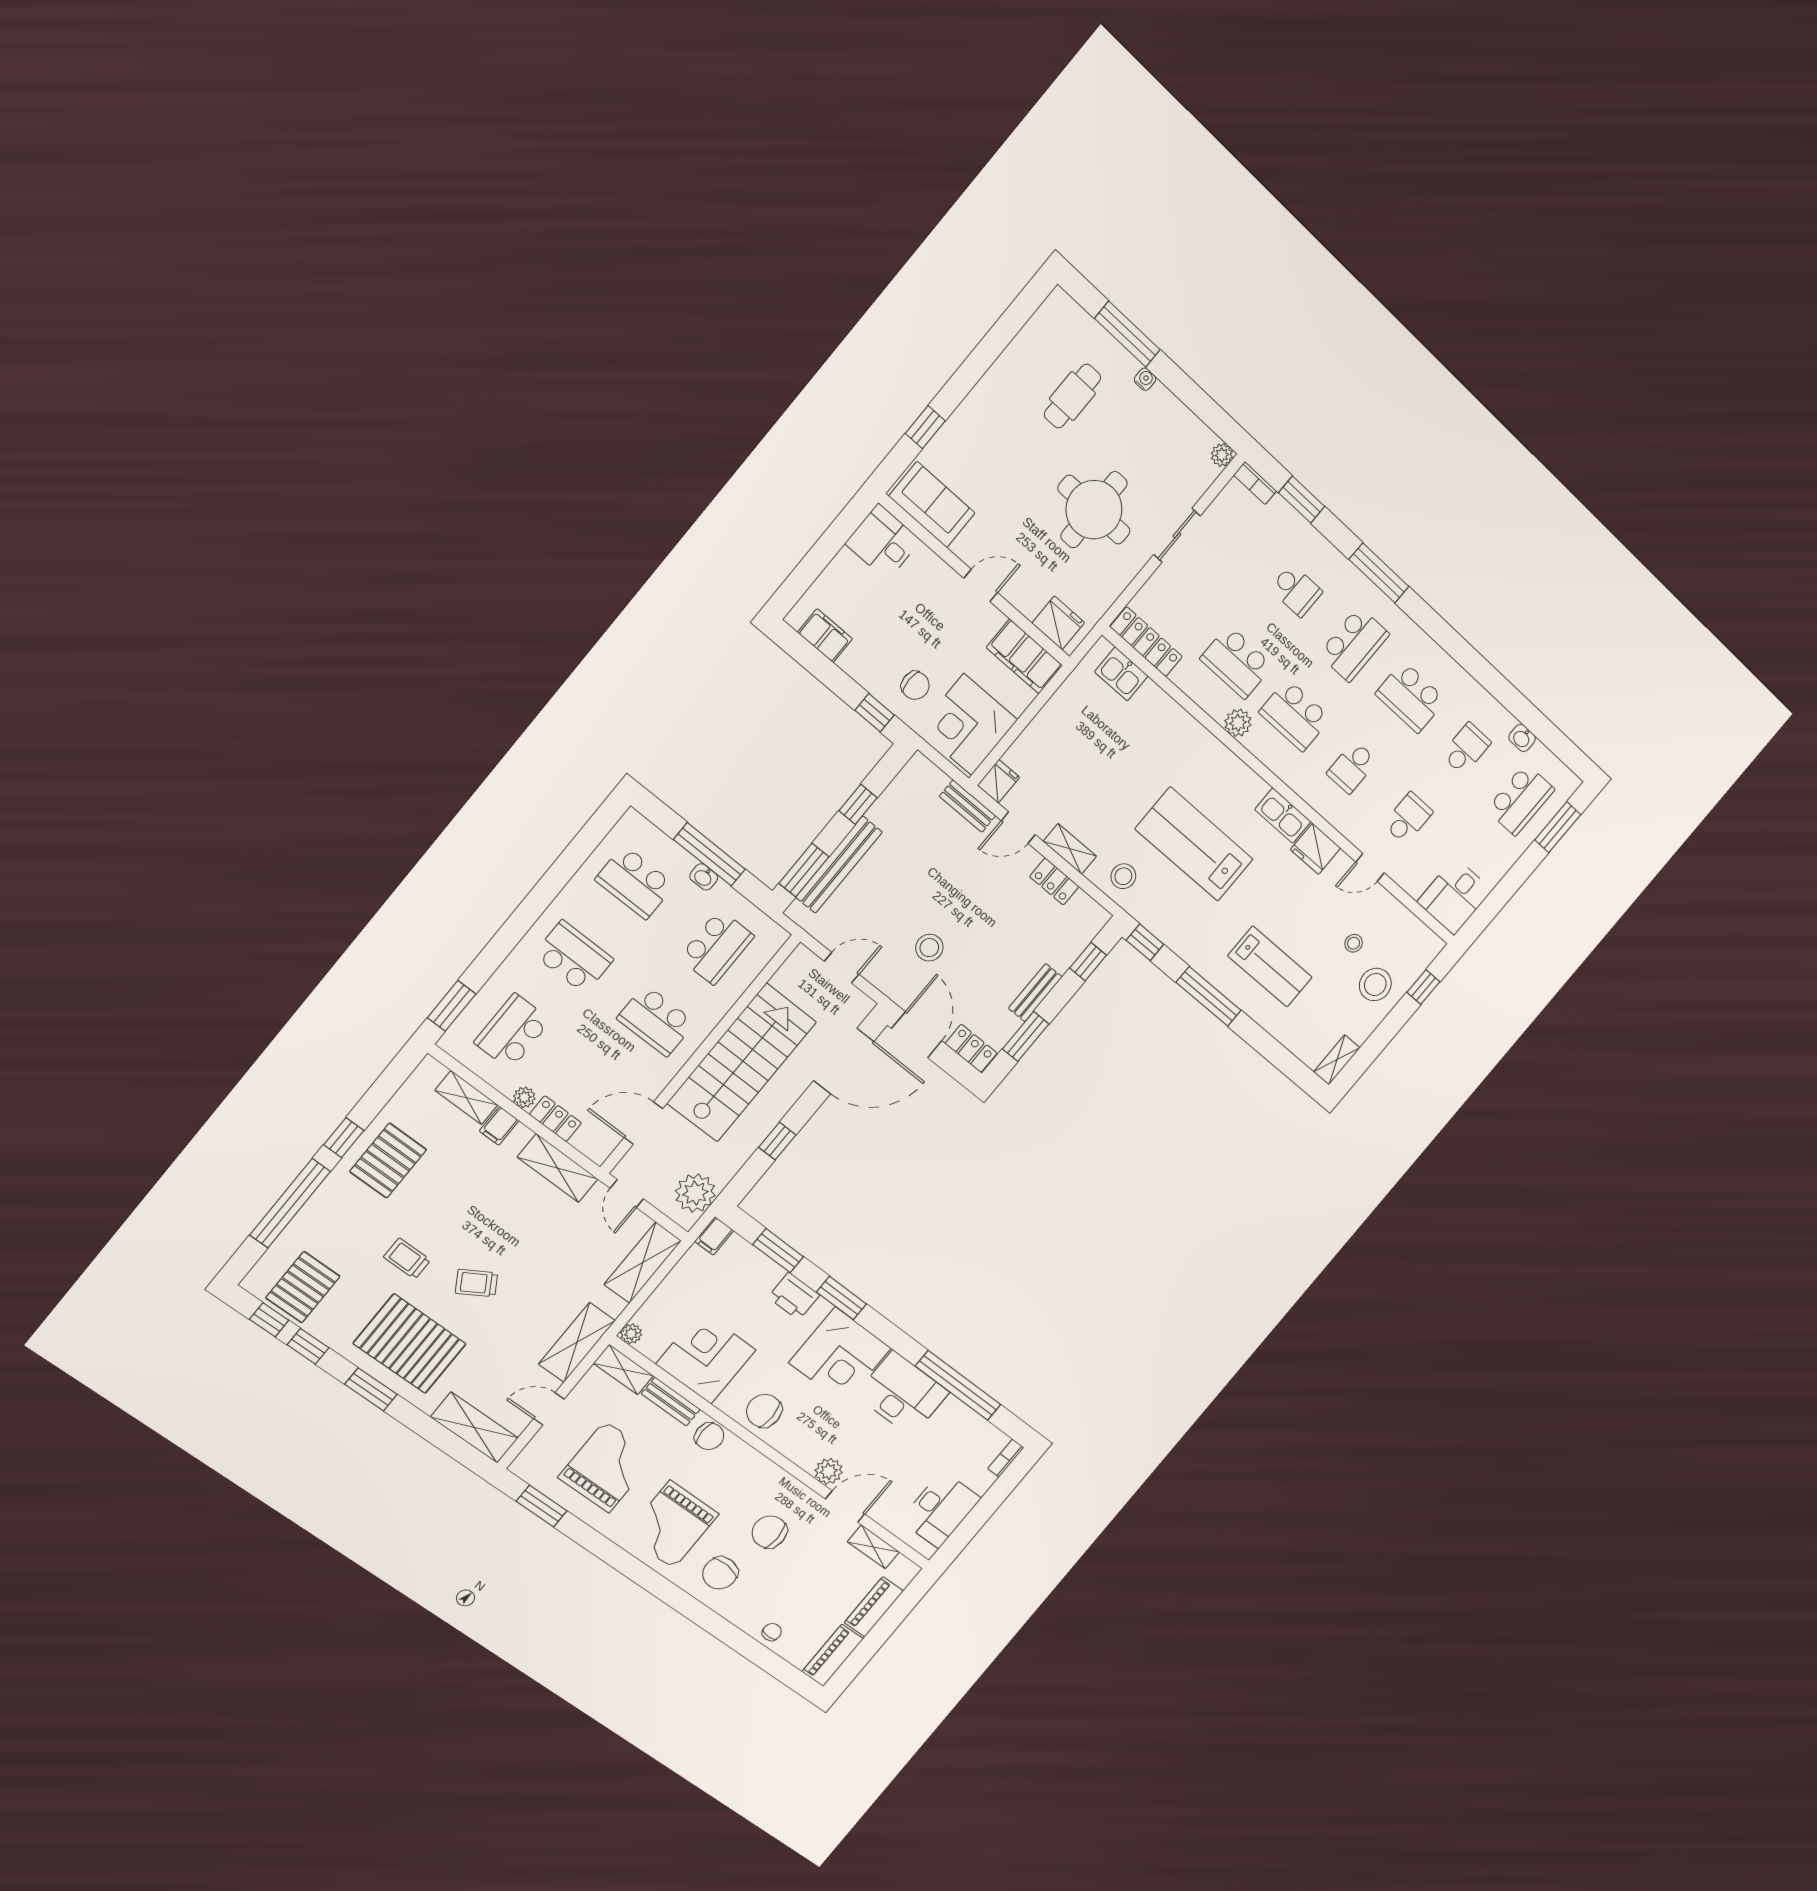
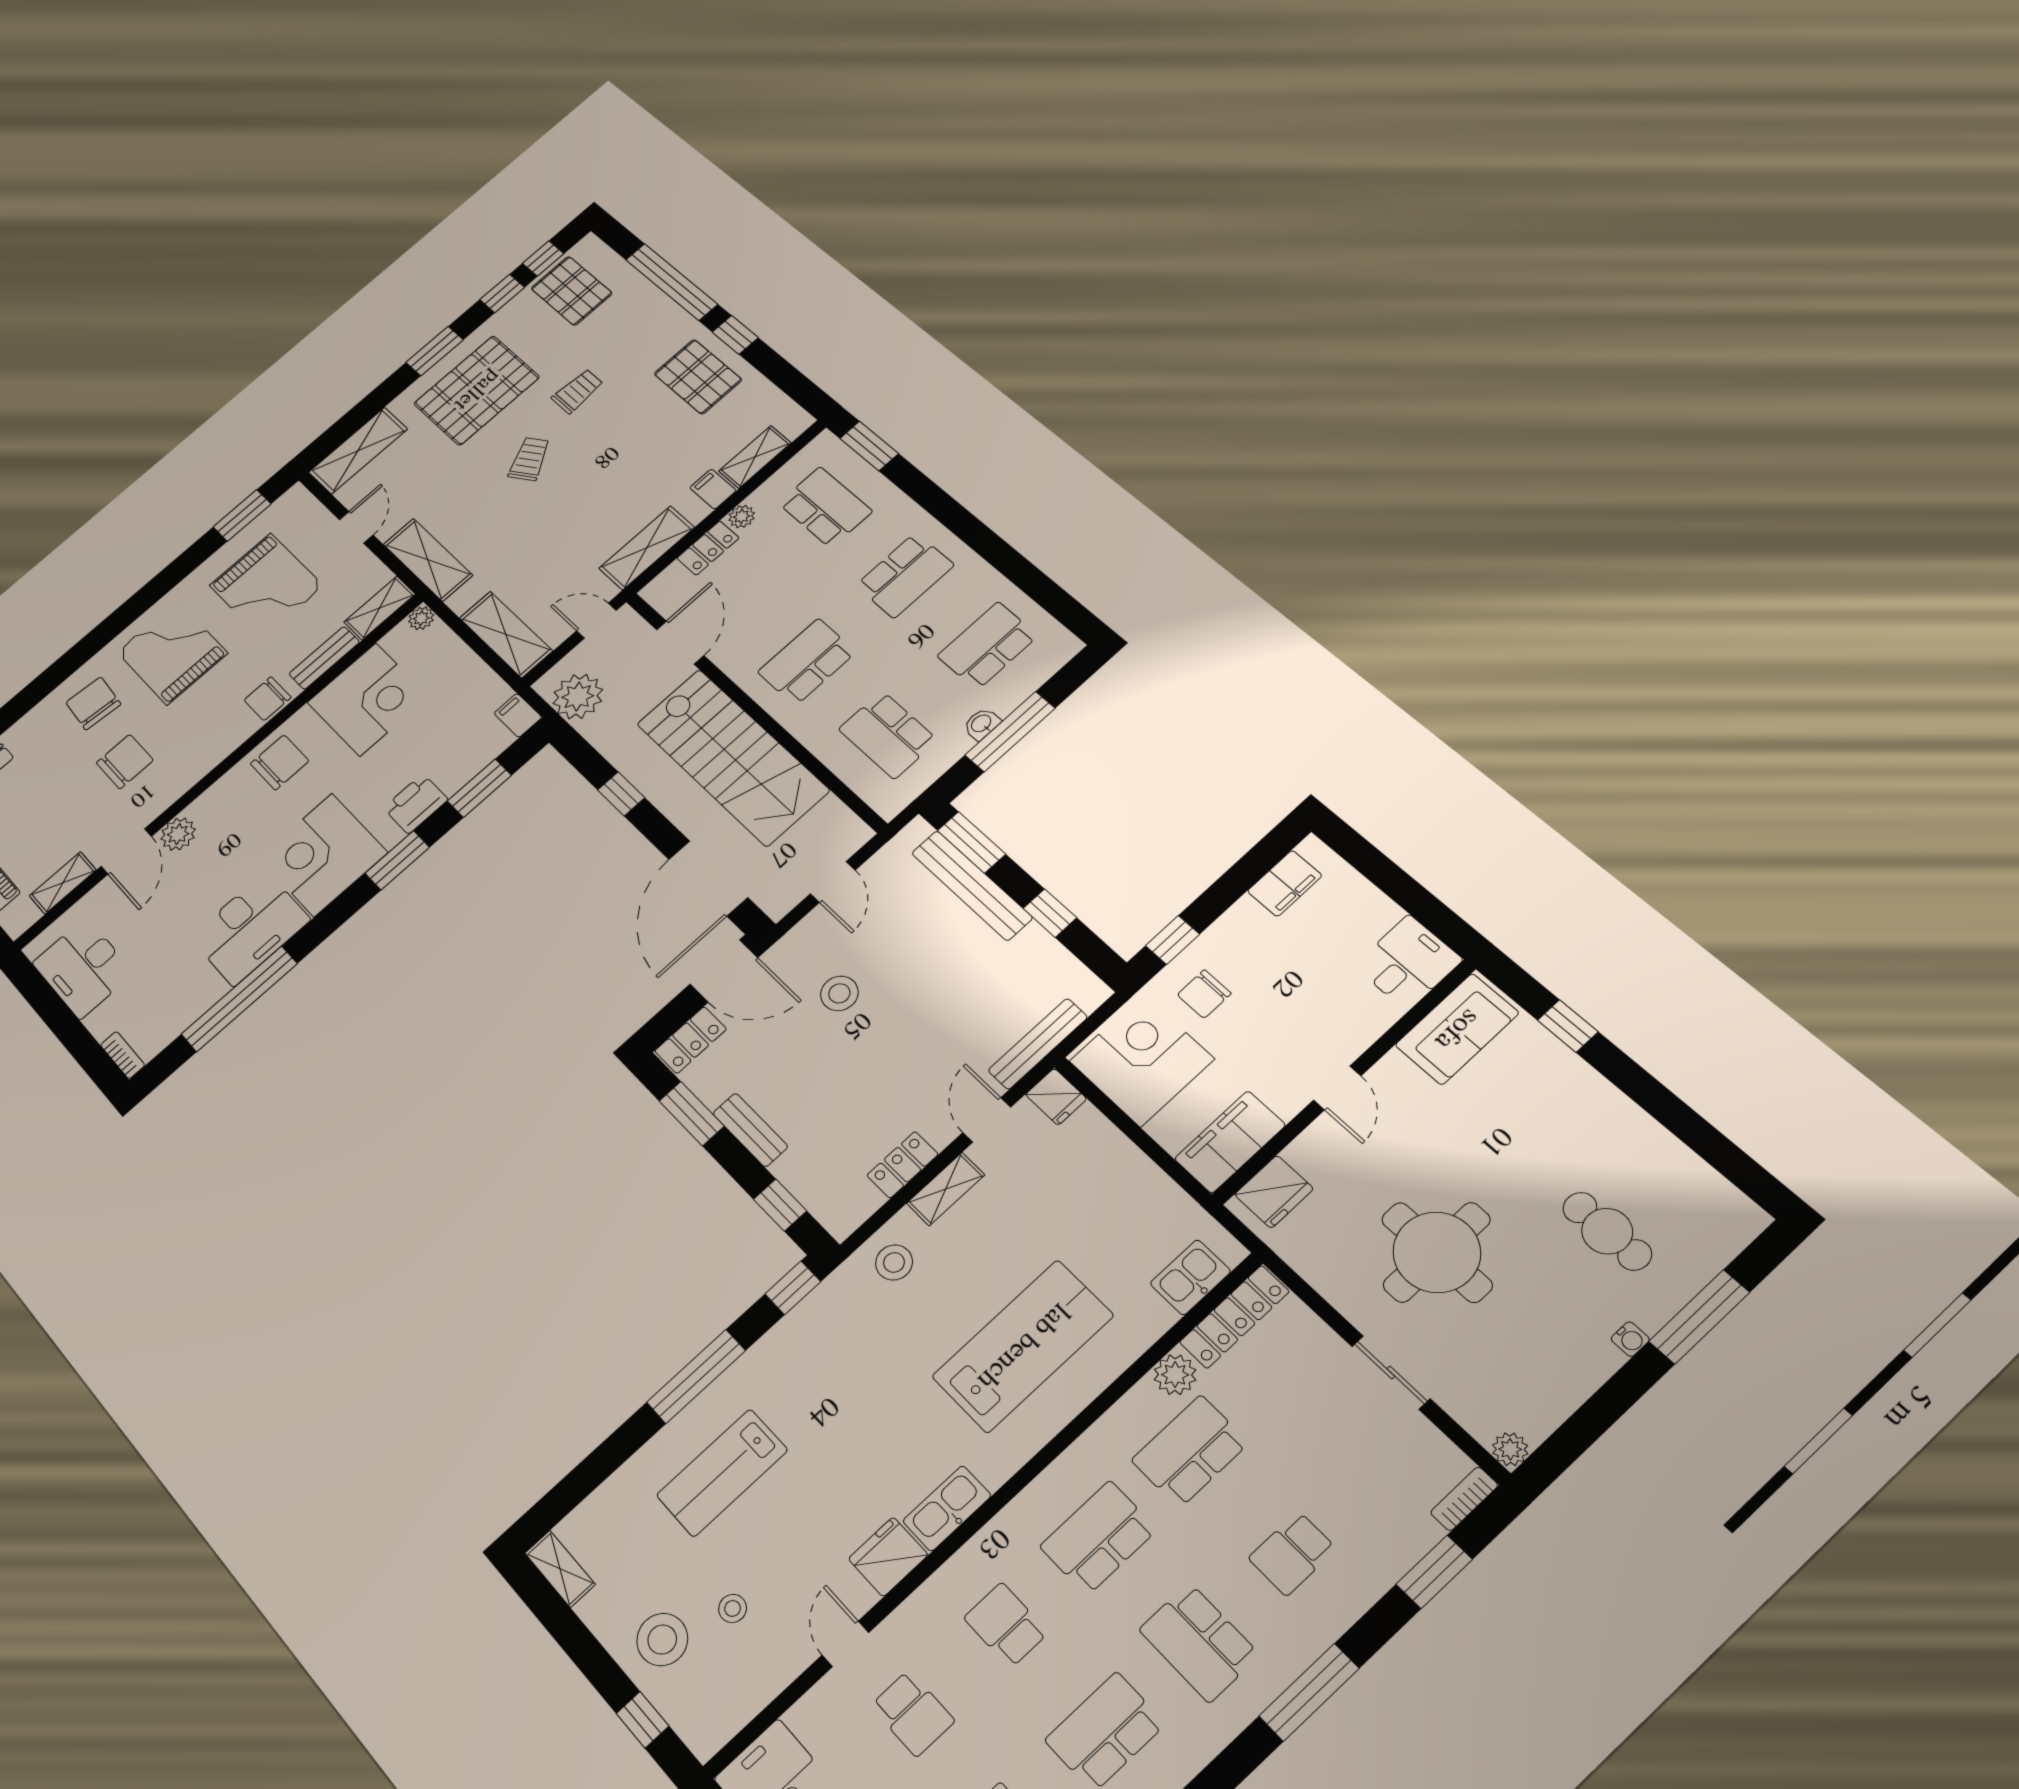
plant: (1238, 723) -> (1175, 1375), moved
bench: (968, 806) -> (1038, 1044), width x1.36
lab bench: (1194, 844) -> (1023, 1346), moved

